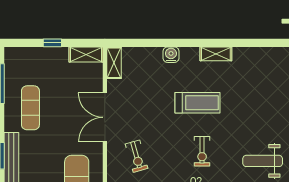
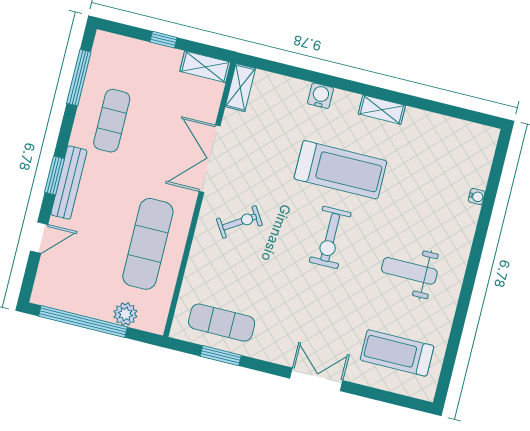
treadmill: (197, 103) -> (340, 170), width x1.37, depth x1.38
exercise bike: (202, 151) -> (330, 237), width x1.38, depth x1.39
exercise bike: (136, 156) -> (240, 222), turned -107

